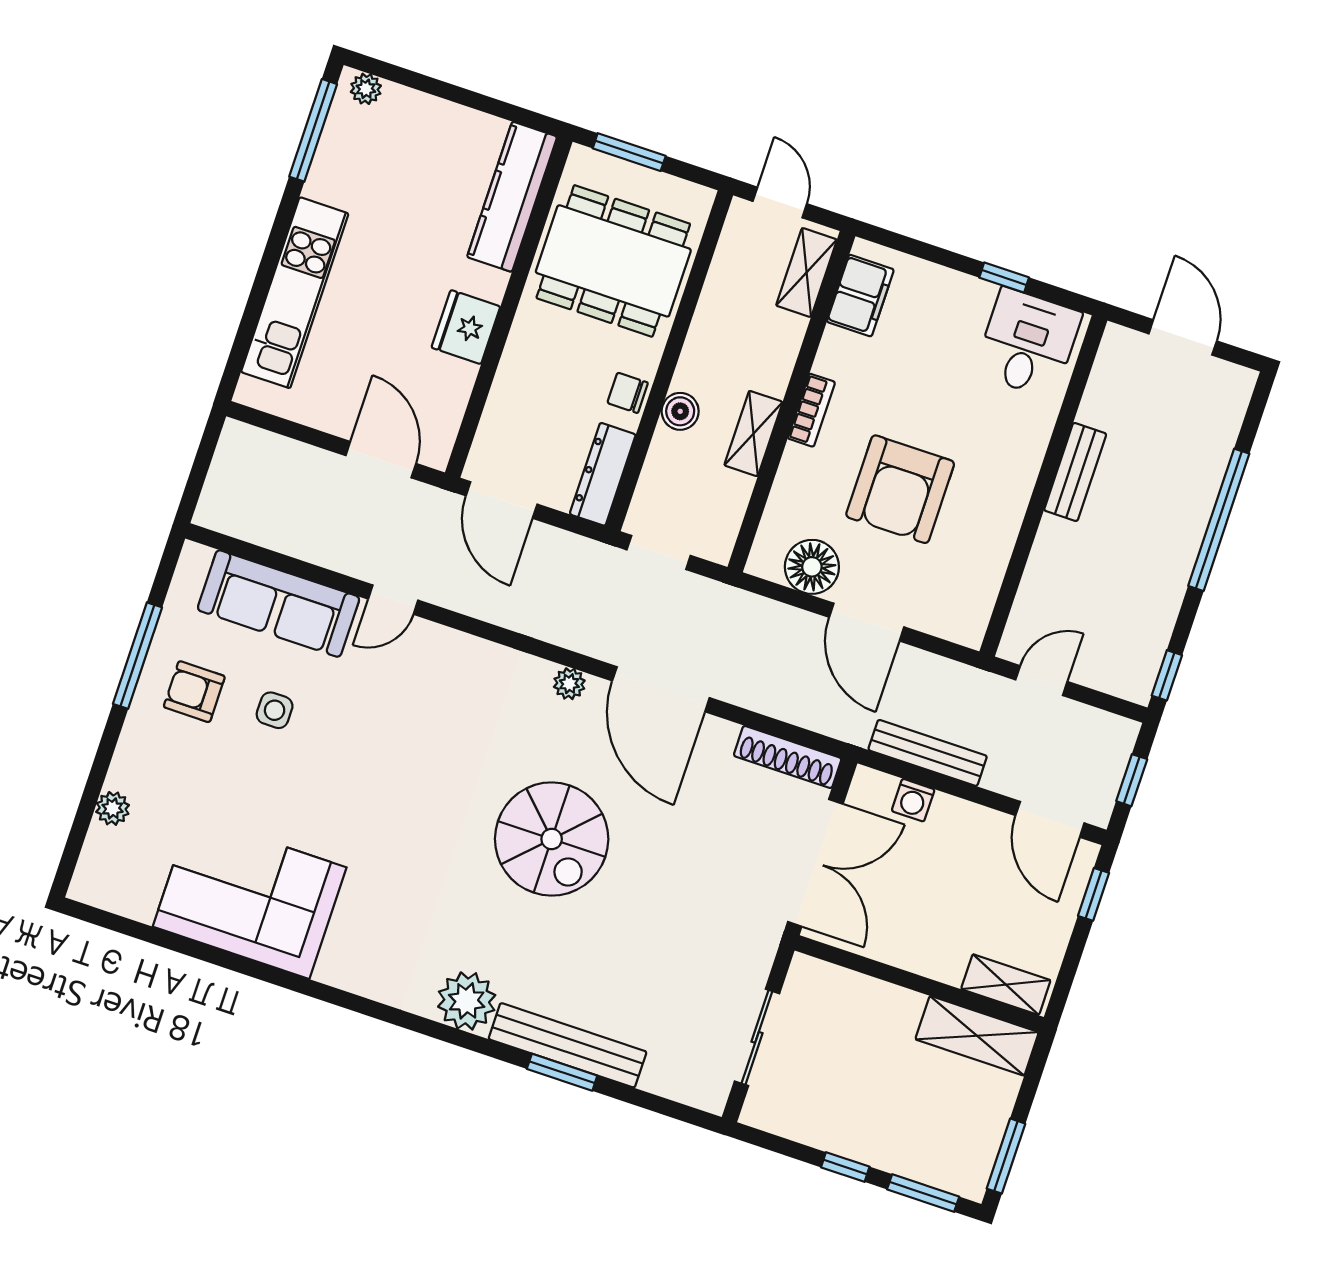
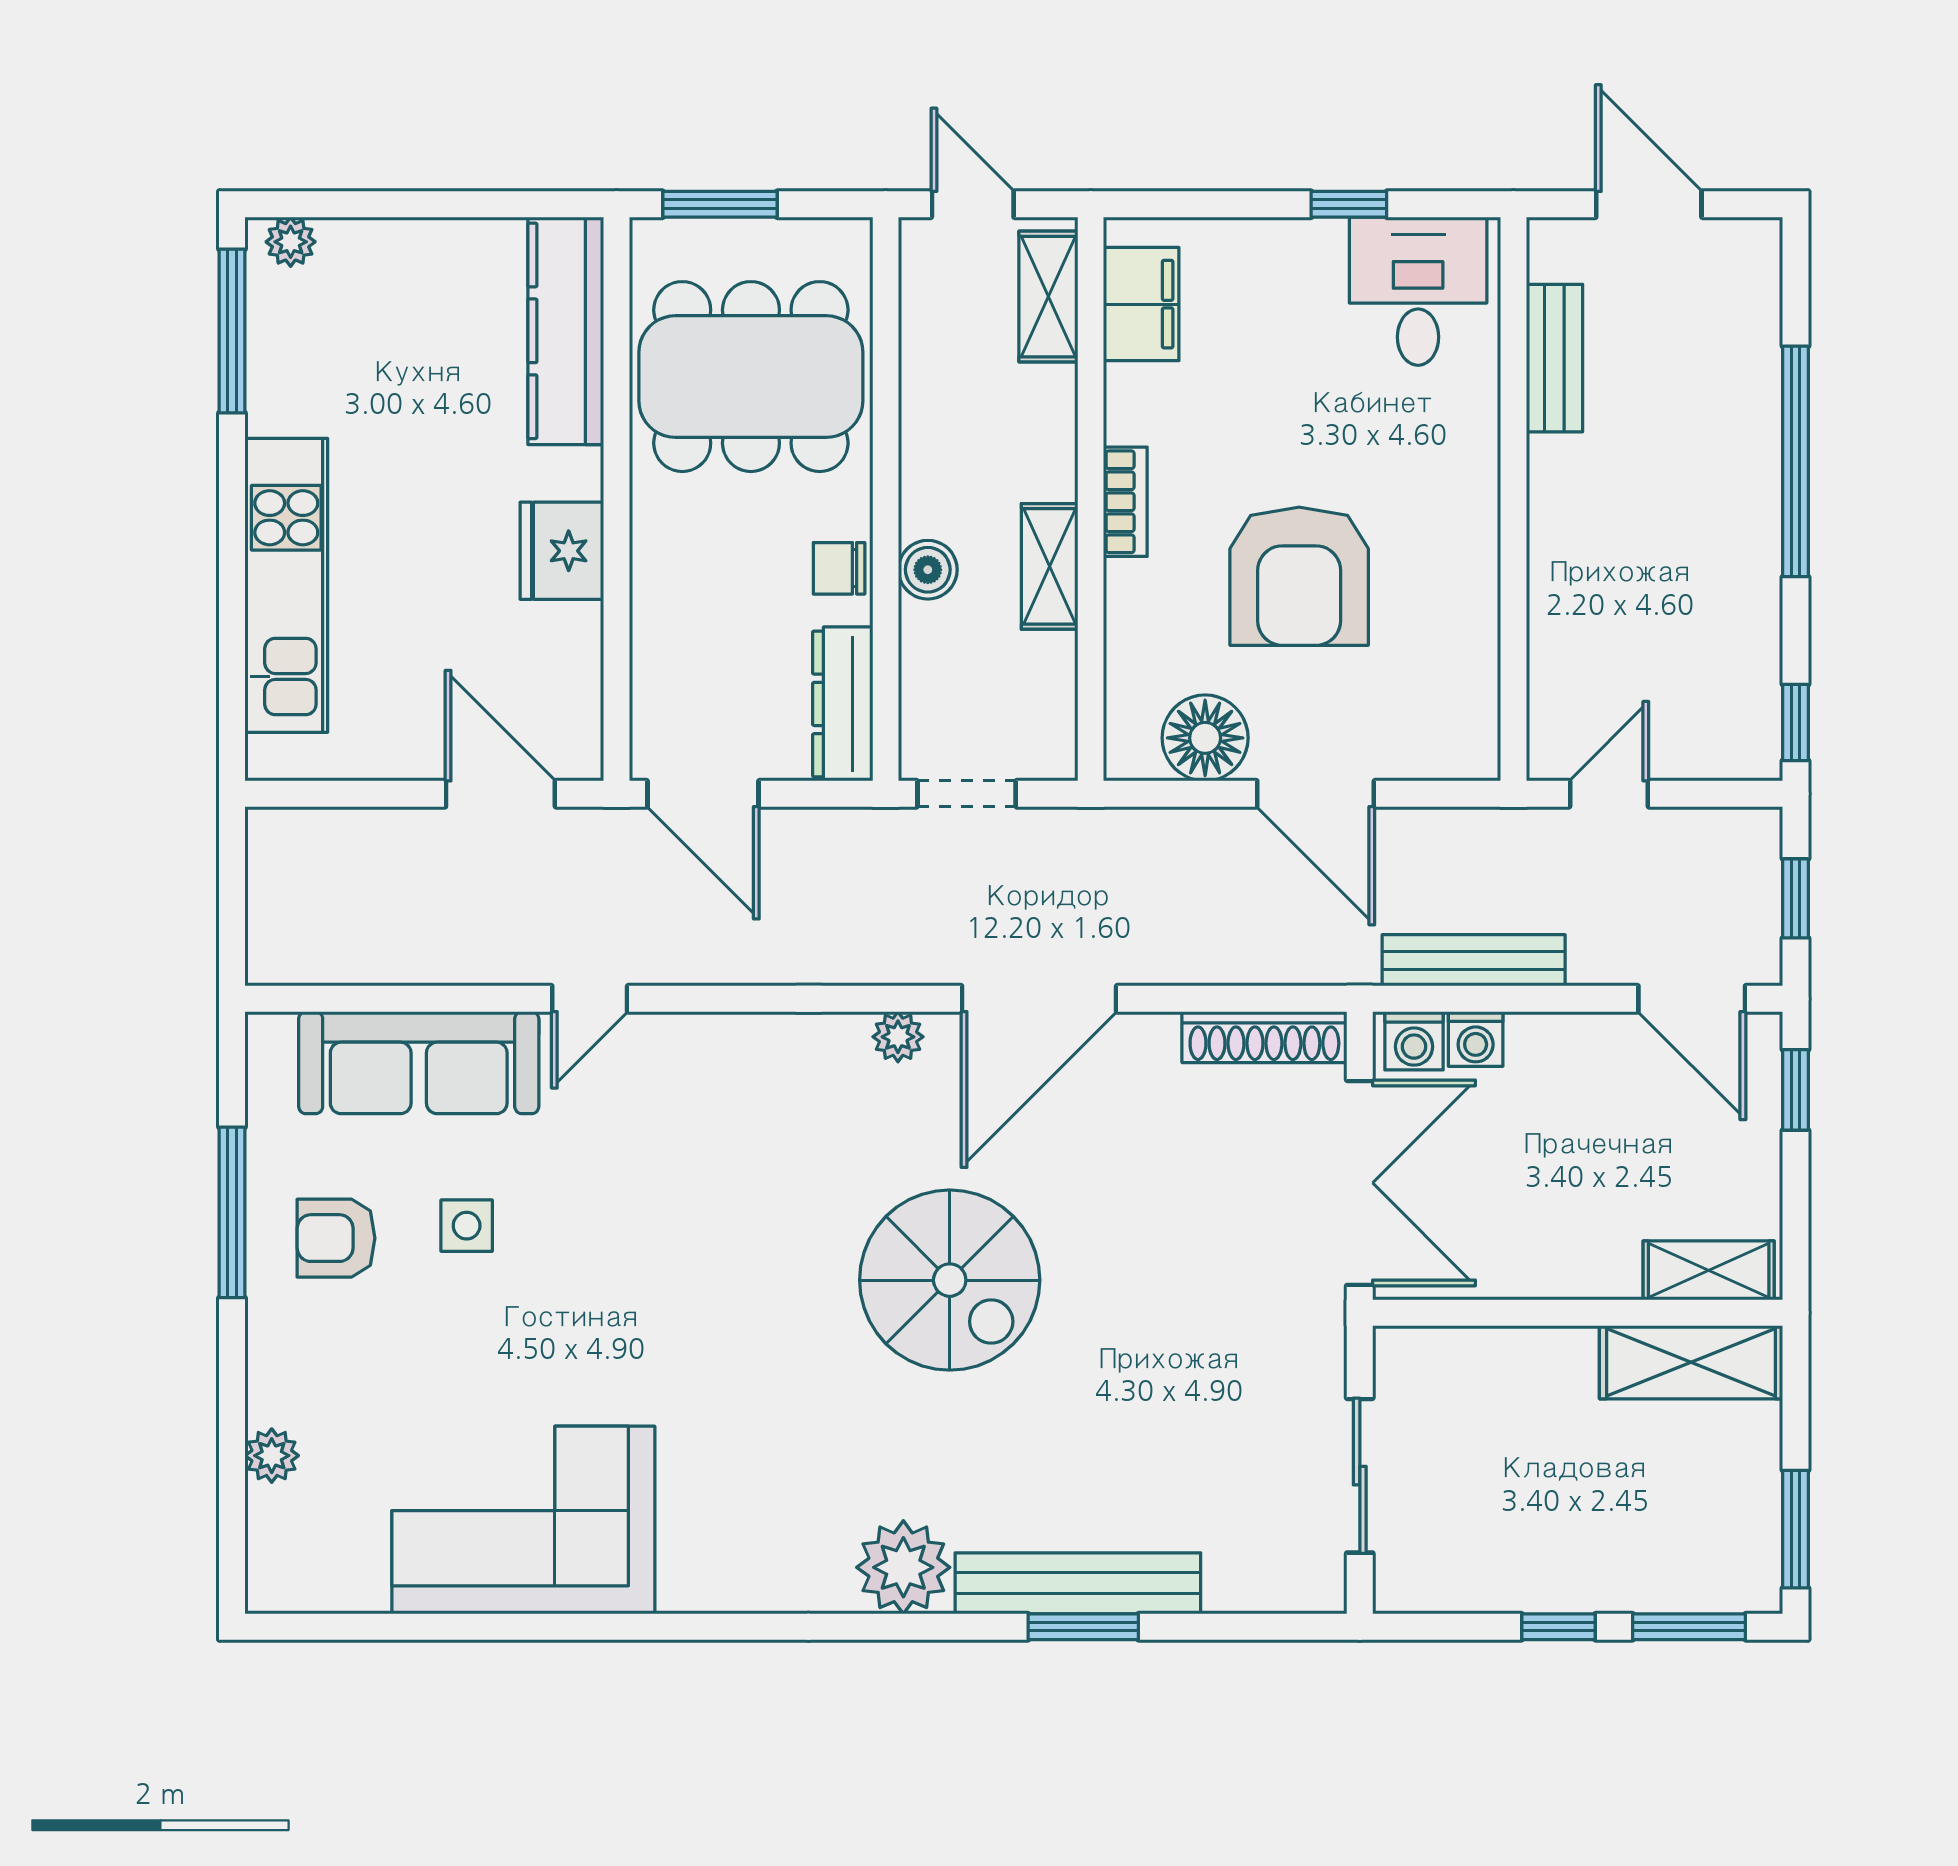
bench: (1075, 472) -> (1555, 358), moved
door: (661, 689) -> (1039, 999), hinge flipped
washing machine: (876, 789) -> (1414, 1041), added

